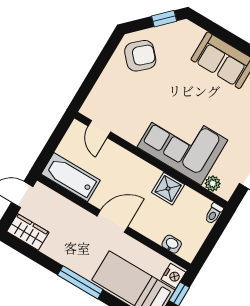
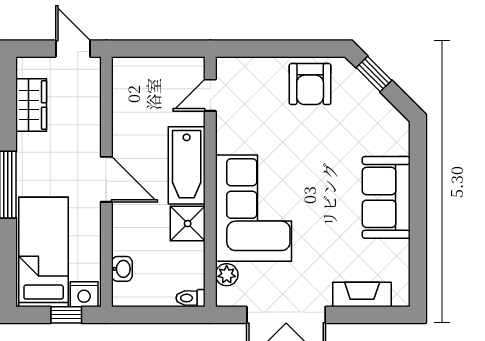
window: (164, 19) -> (374, 74), moved
armchair: (140, 56) -> (310, 84), moved, turned 42
bathtub: (71, 177) -> (187, 165), moved, turned 180
wardrobe: (28, 232) -> (31, 105), moved

